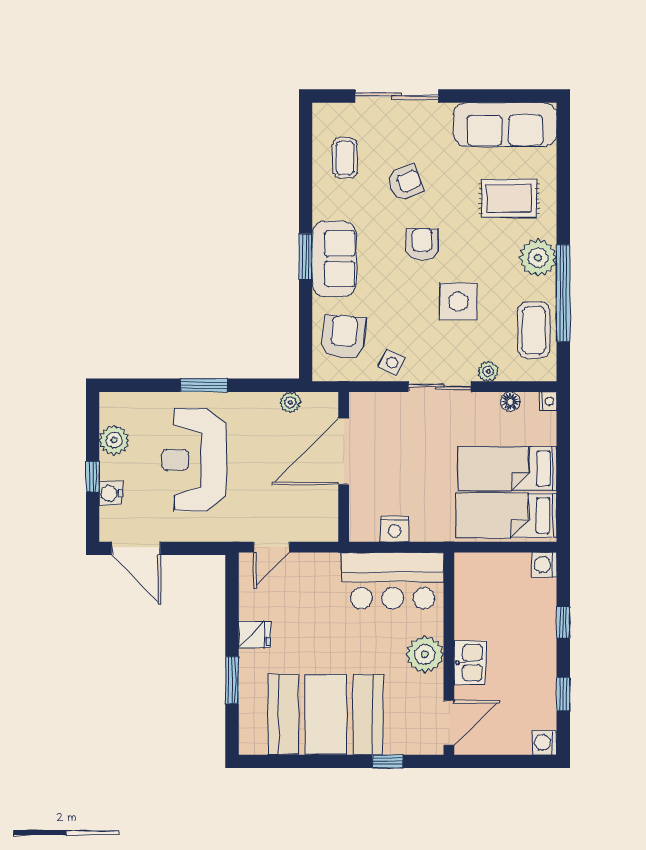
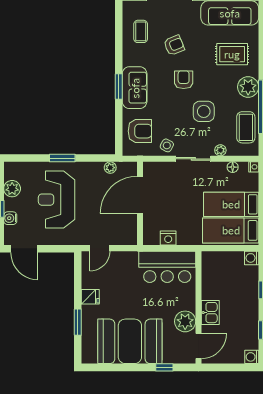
armchair: (344, 337) -> (140, 131), turned 84
plant: (425, 654) -> (185, 321), moved

